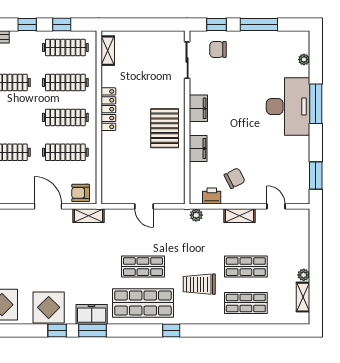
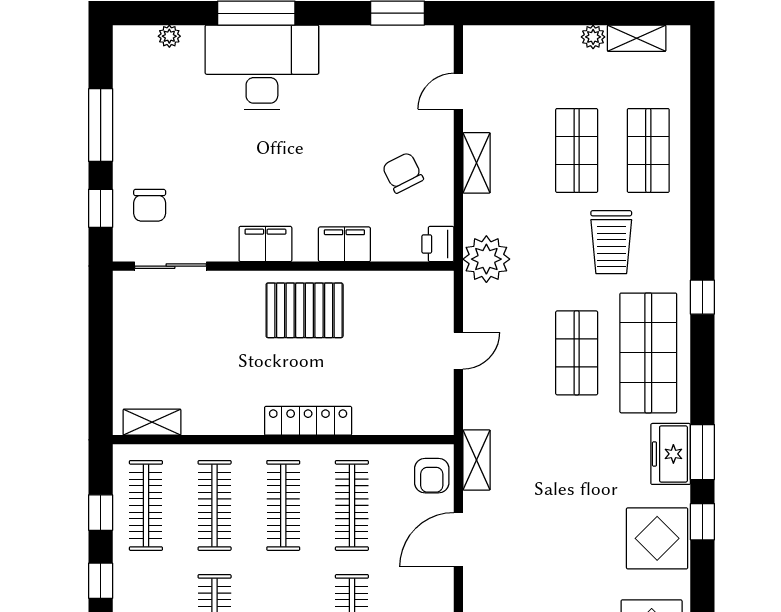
locker: (108, 109) -> (308, 421), moved
printer: (212, 196) -> (438, 244), moved
plant: (196, 215) -> (486, 259), width x1.87, depth x1.87

